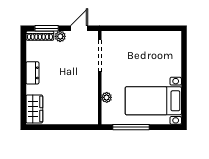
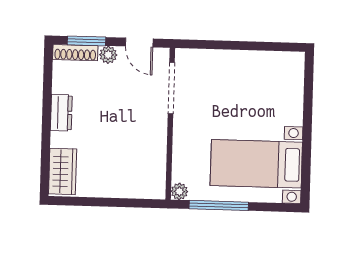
door: (79, 28) -> (139, 43), swing flipped
plant: (107, 97) -> (179, 191), moved

